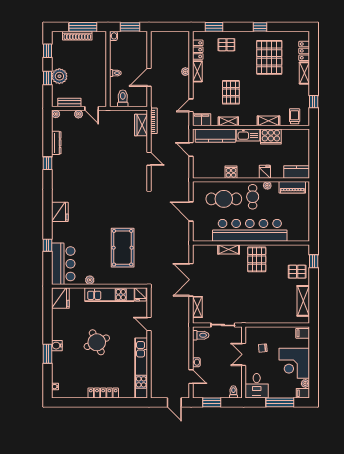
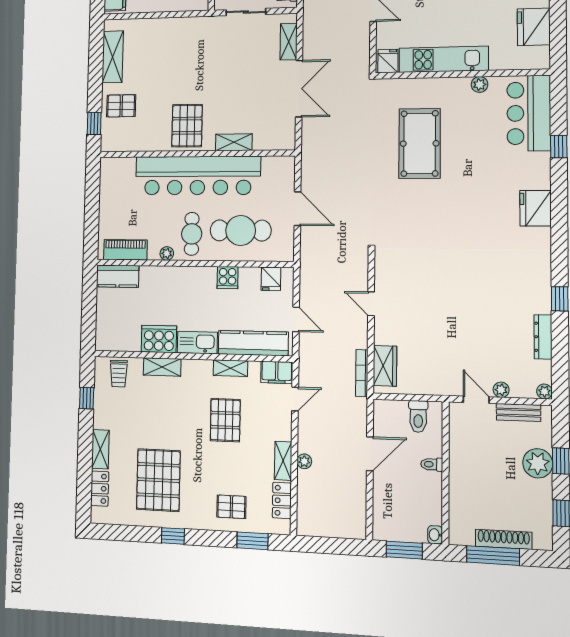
fridge: (265, 172) -> (271, 279), moved
fridge: (60, 298) -> (534, 27), moved

